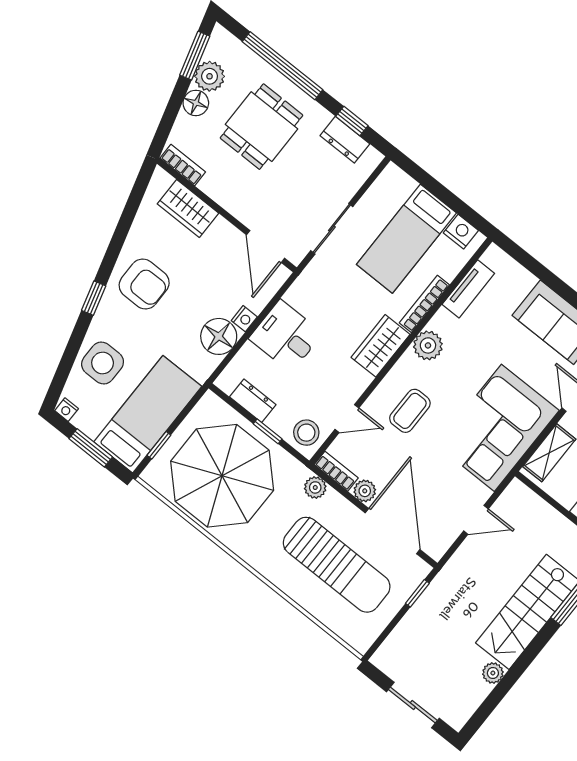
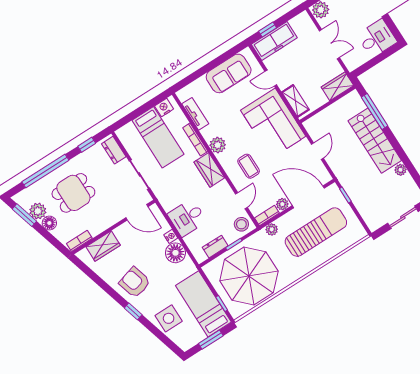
dining table: (261, 127) -> (73, 193), turned 90
dresser: (345, 140) -> (114, 150), moved, turned 90
armchair: (144, 284) -> (135, 282), turned -106
nightstand: (67, 410) -> (187, 345), removed

